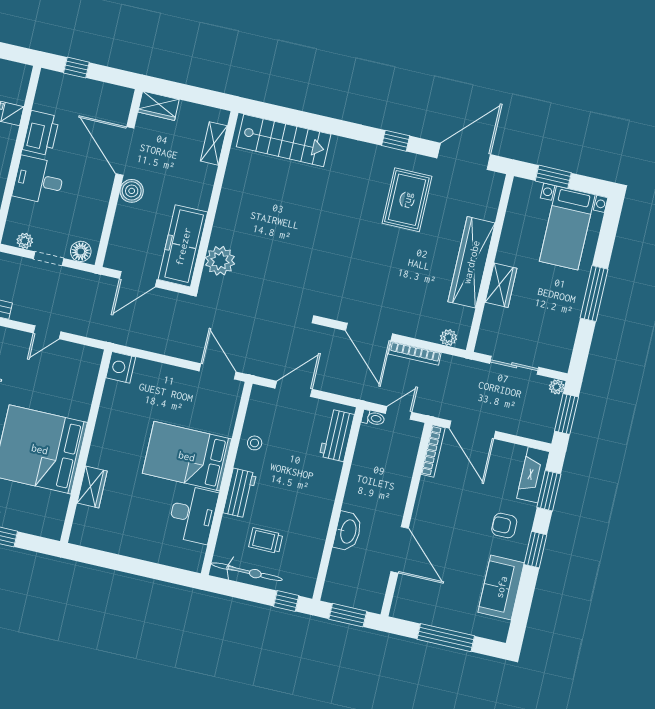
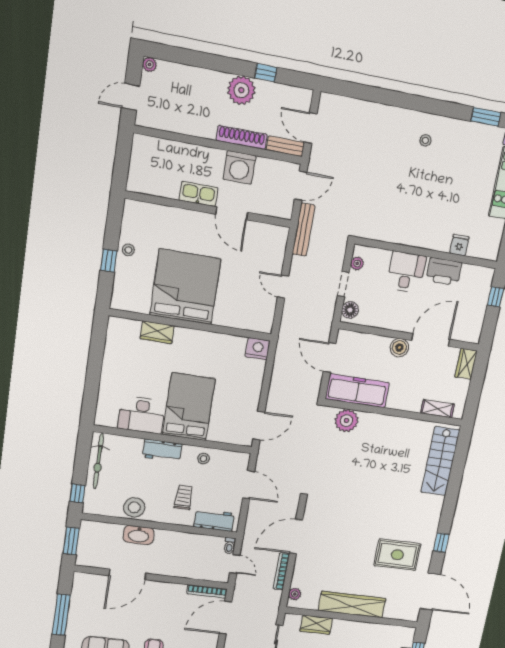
wardrobe: (501, 285) -> (316, 625), moved
stool: (311, 533) -> (134, 507), added
trolley: (266, 541) -> (184, 497), moved

